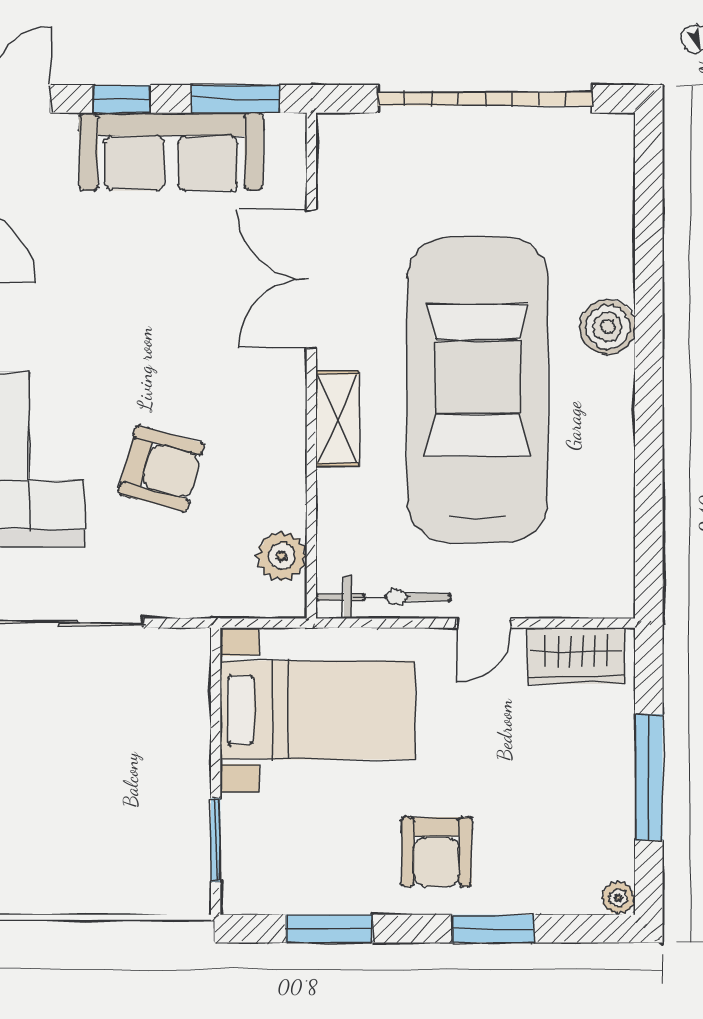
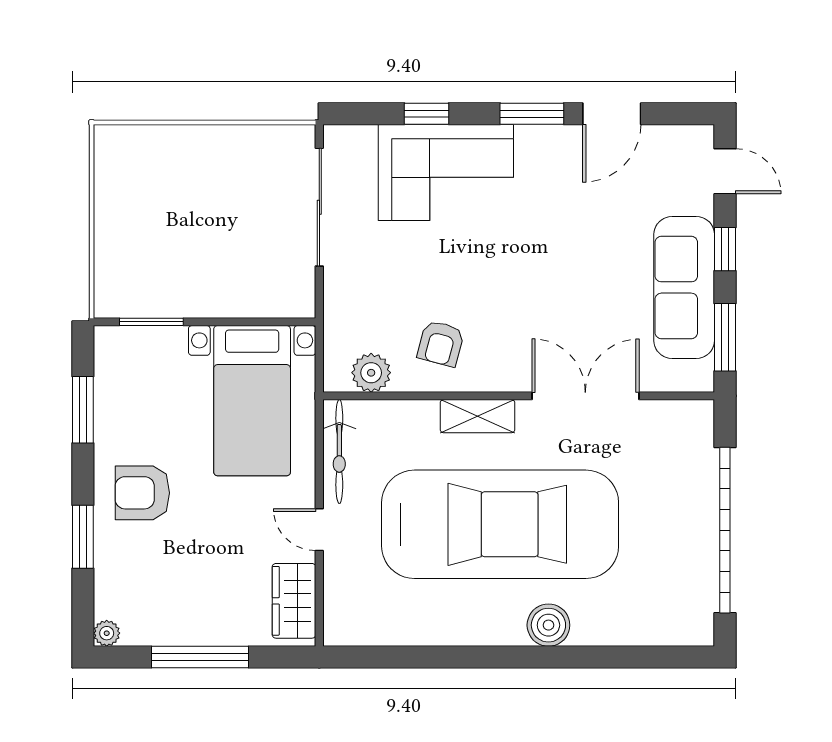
armchair: (161, 469) -> (441, 343), moved, width x0.72, depth x0.72

